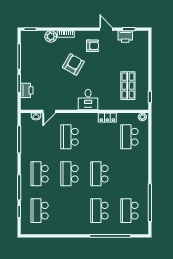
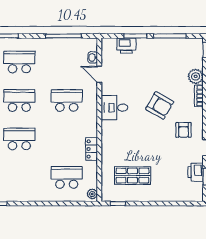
desk: (88, 100) -> (114, 108), moved

